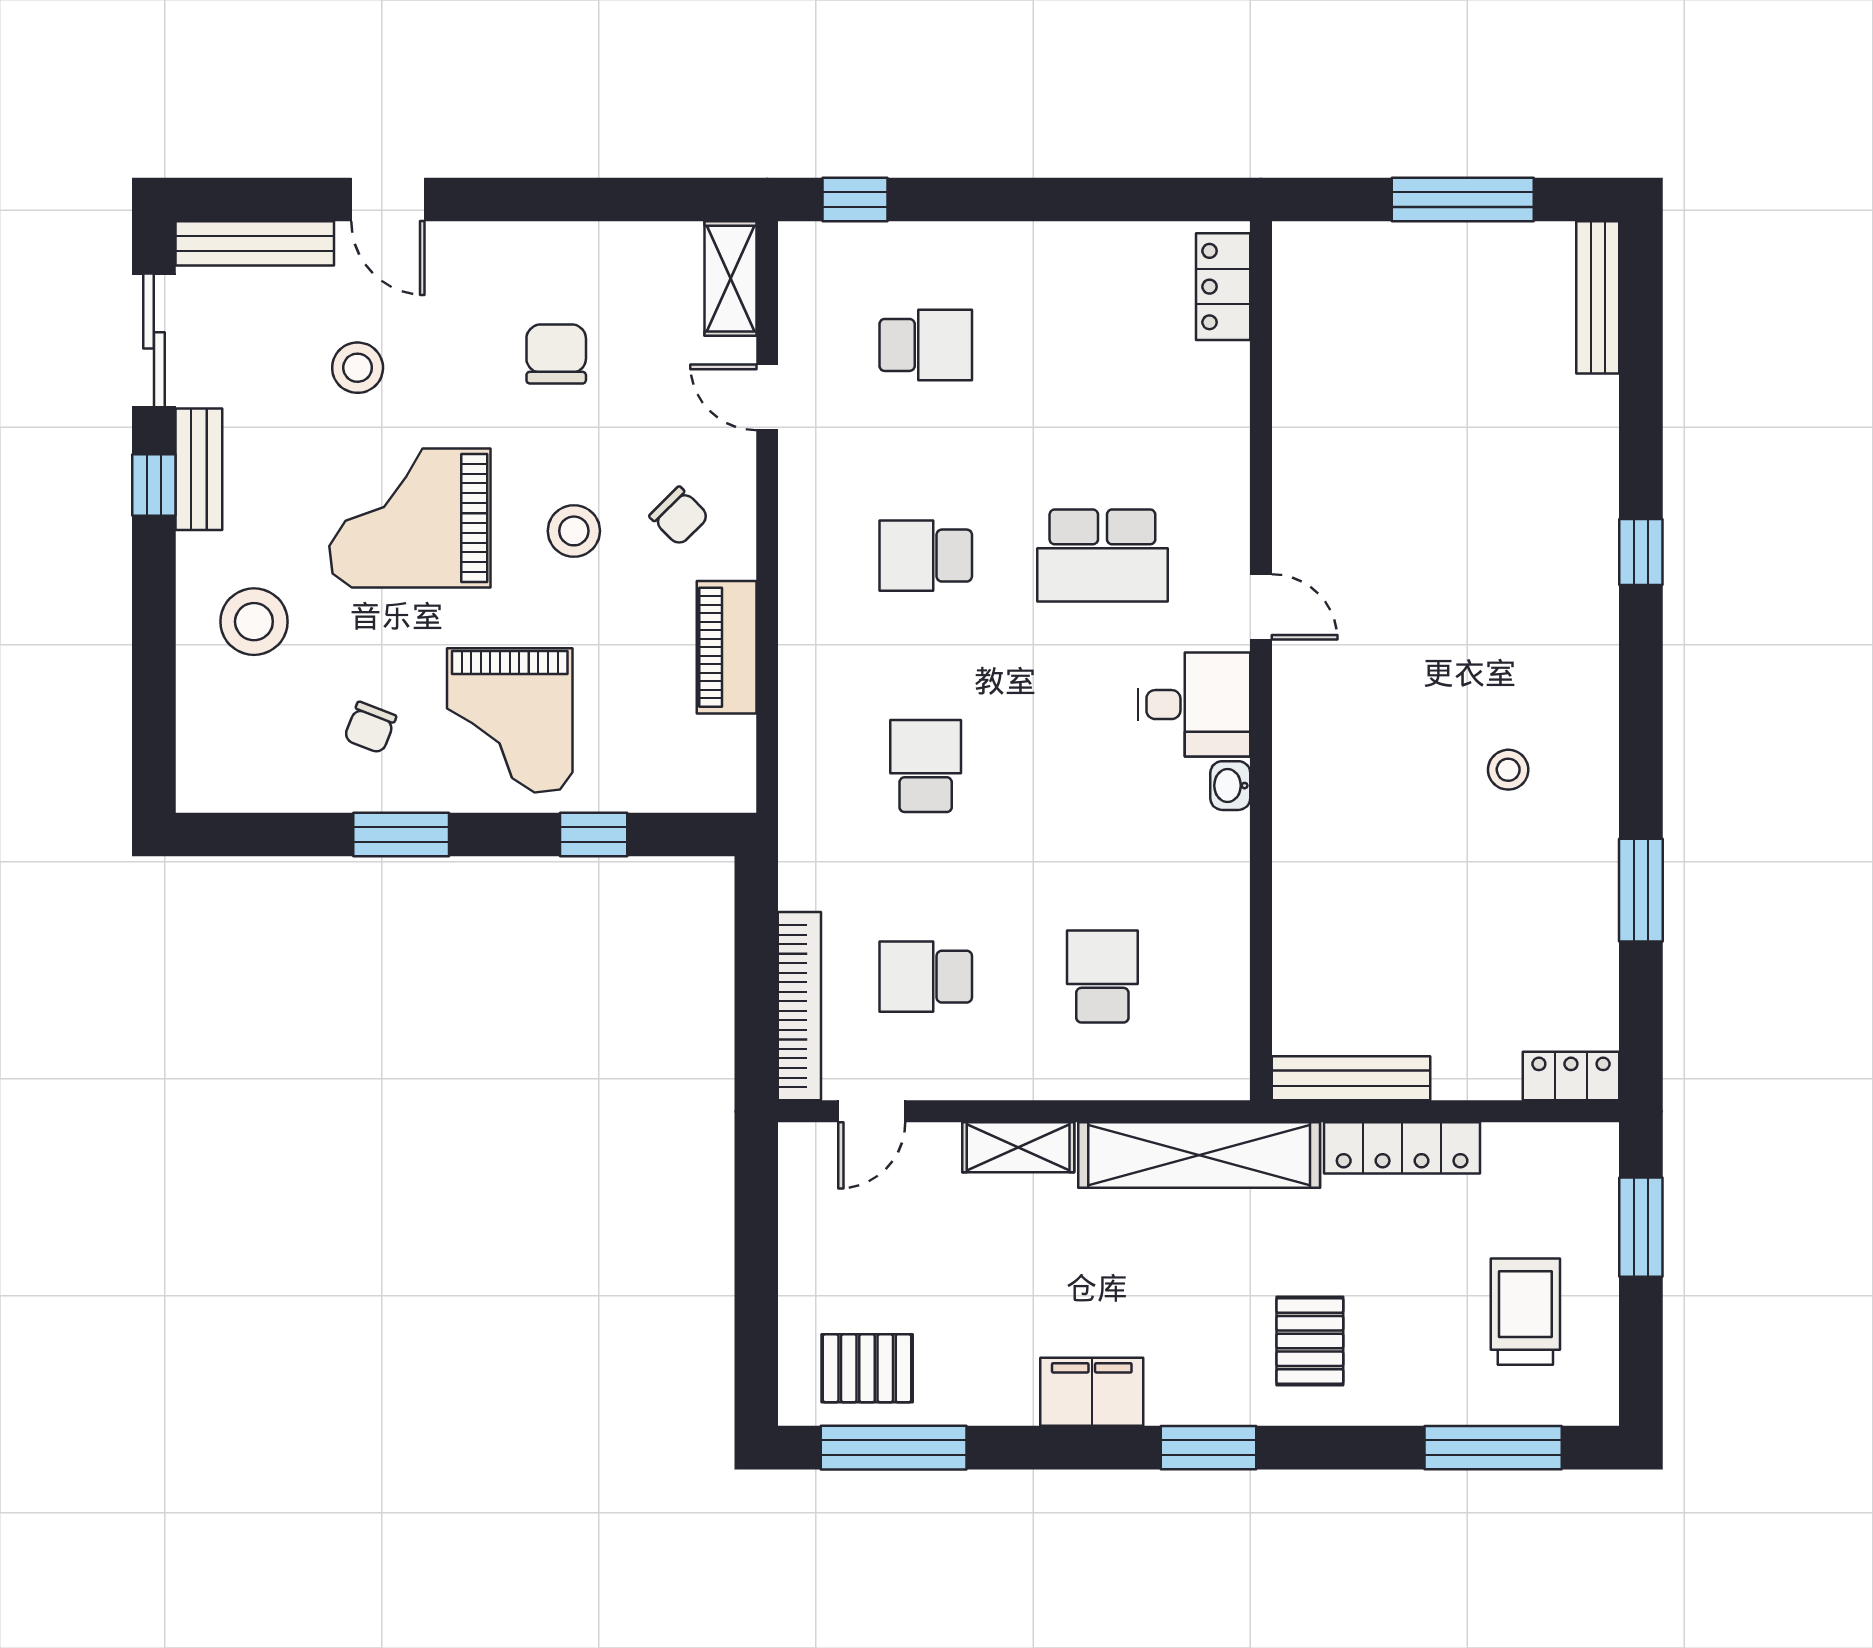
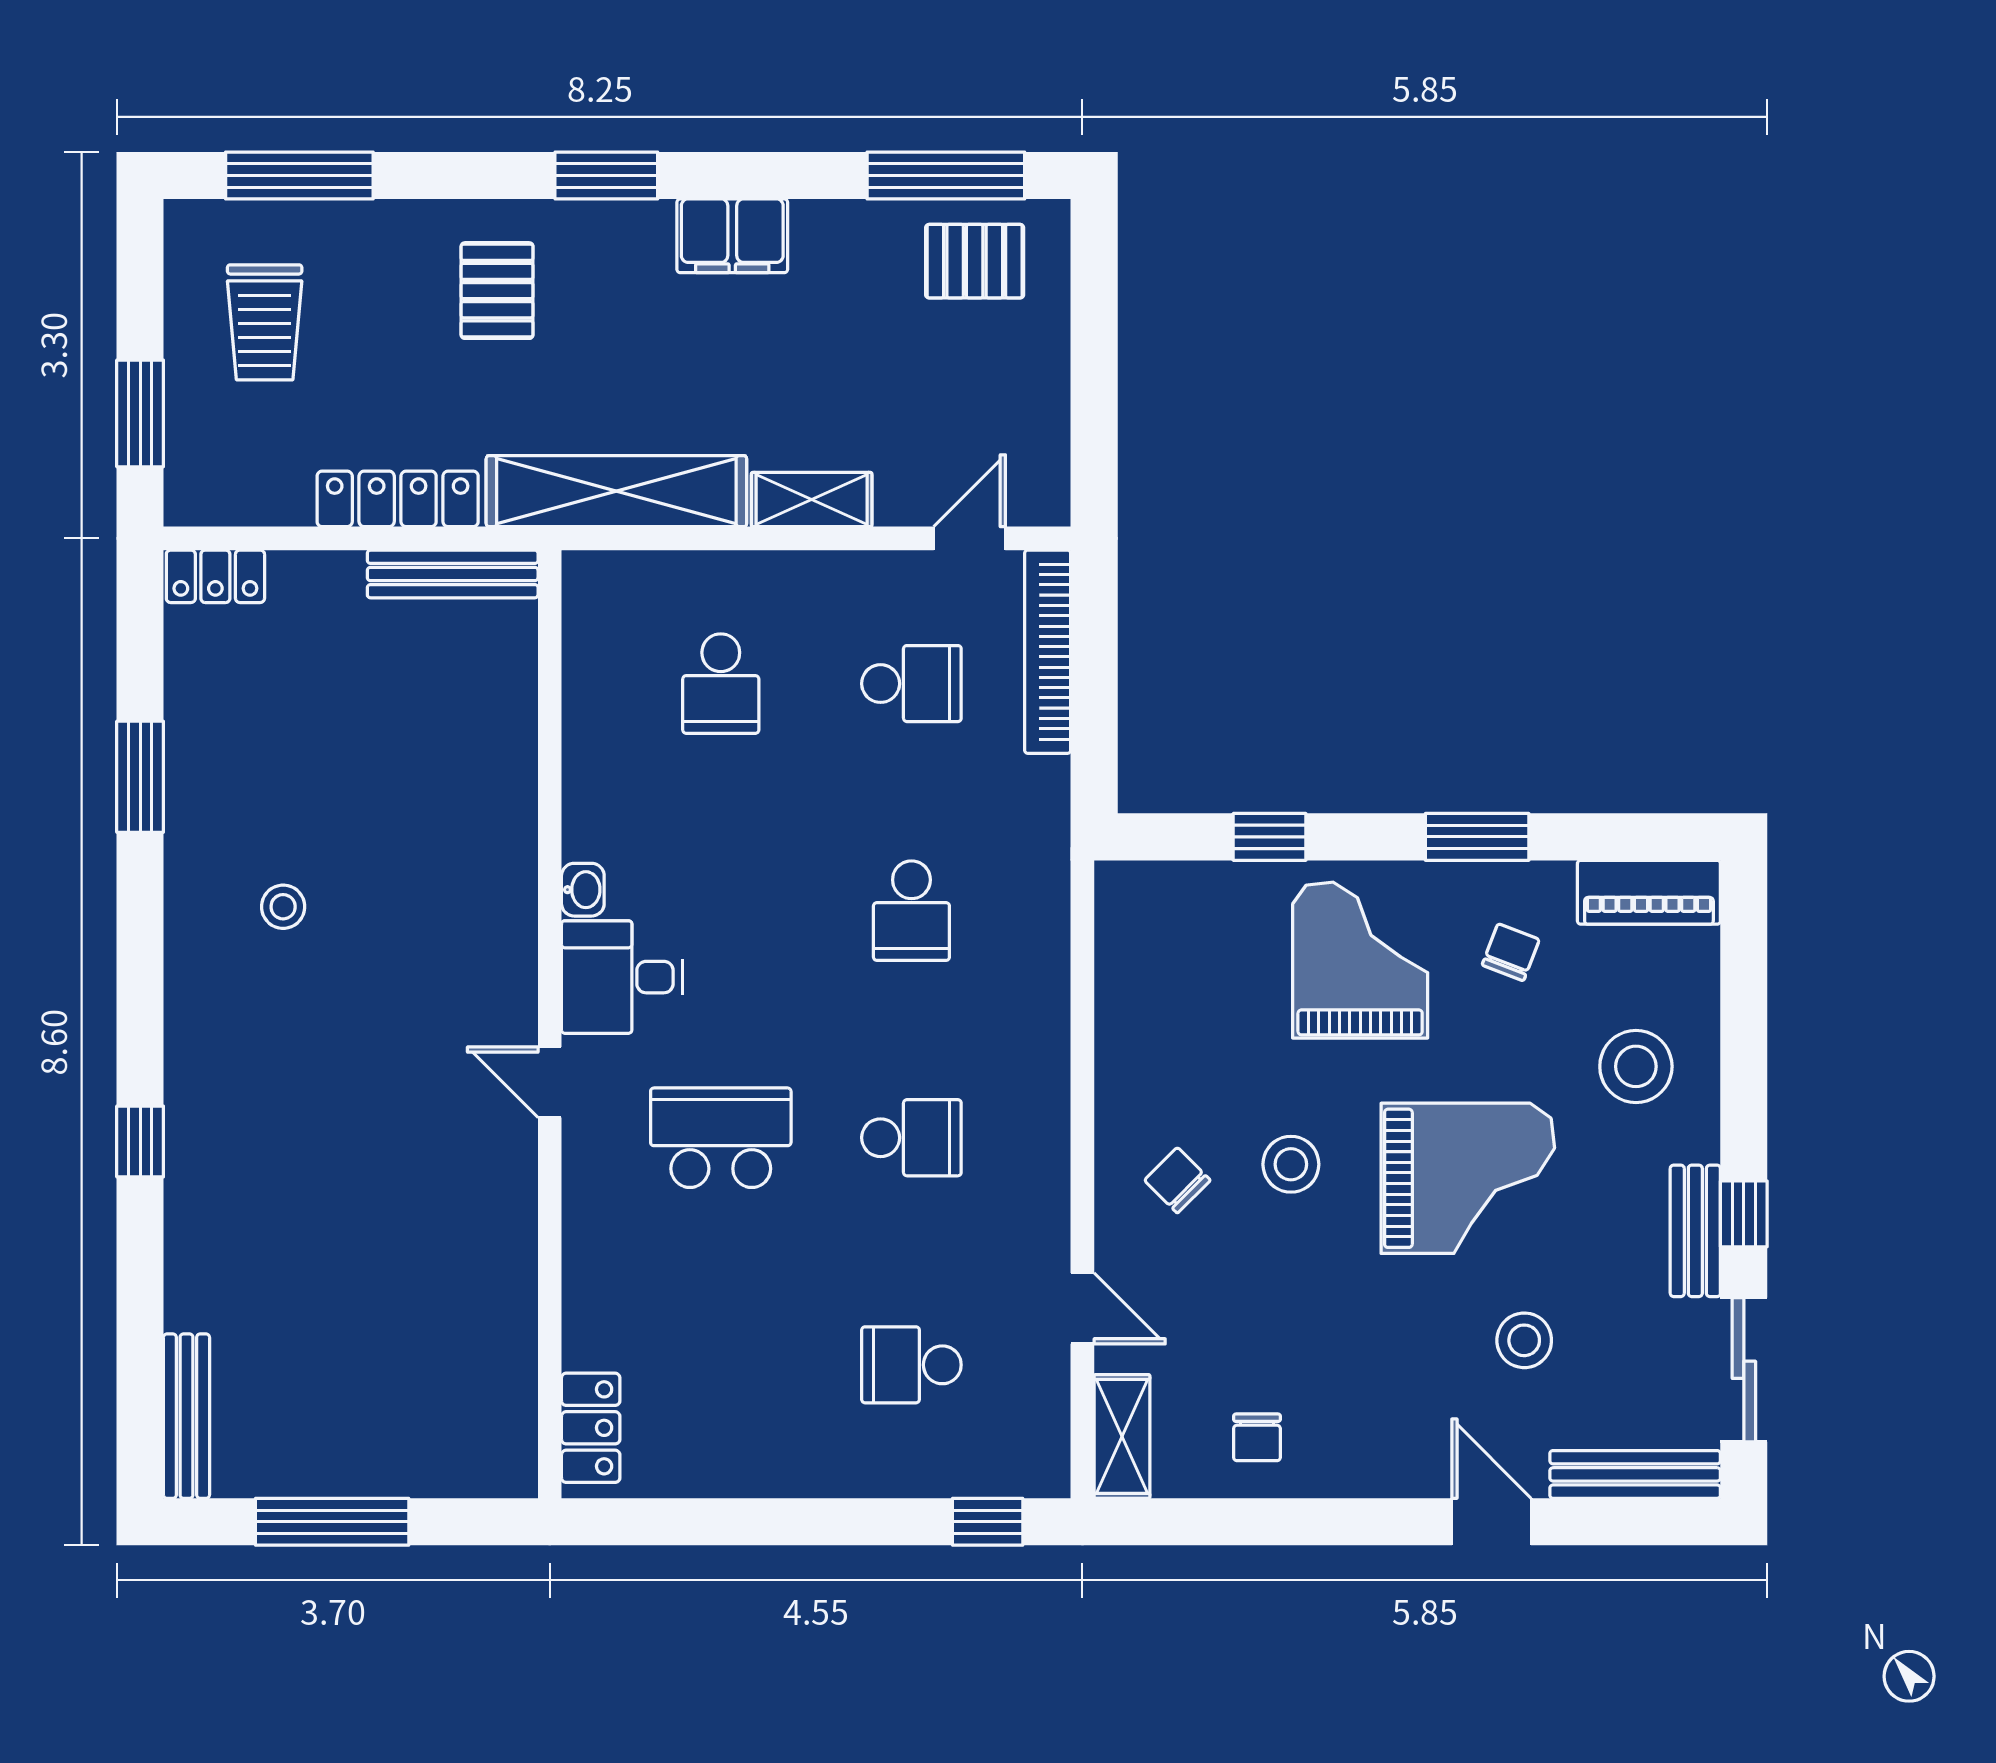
chair: (556, 354) -> (1257, 1437), moved, width x0.73, depth x0.73
piano: (727, 647) -> (1649, 892), moved, turned 90

